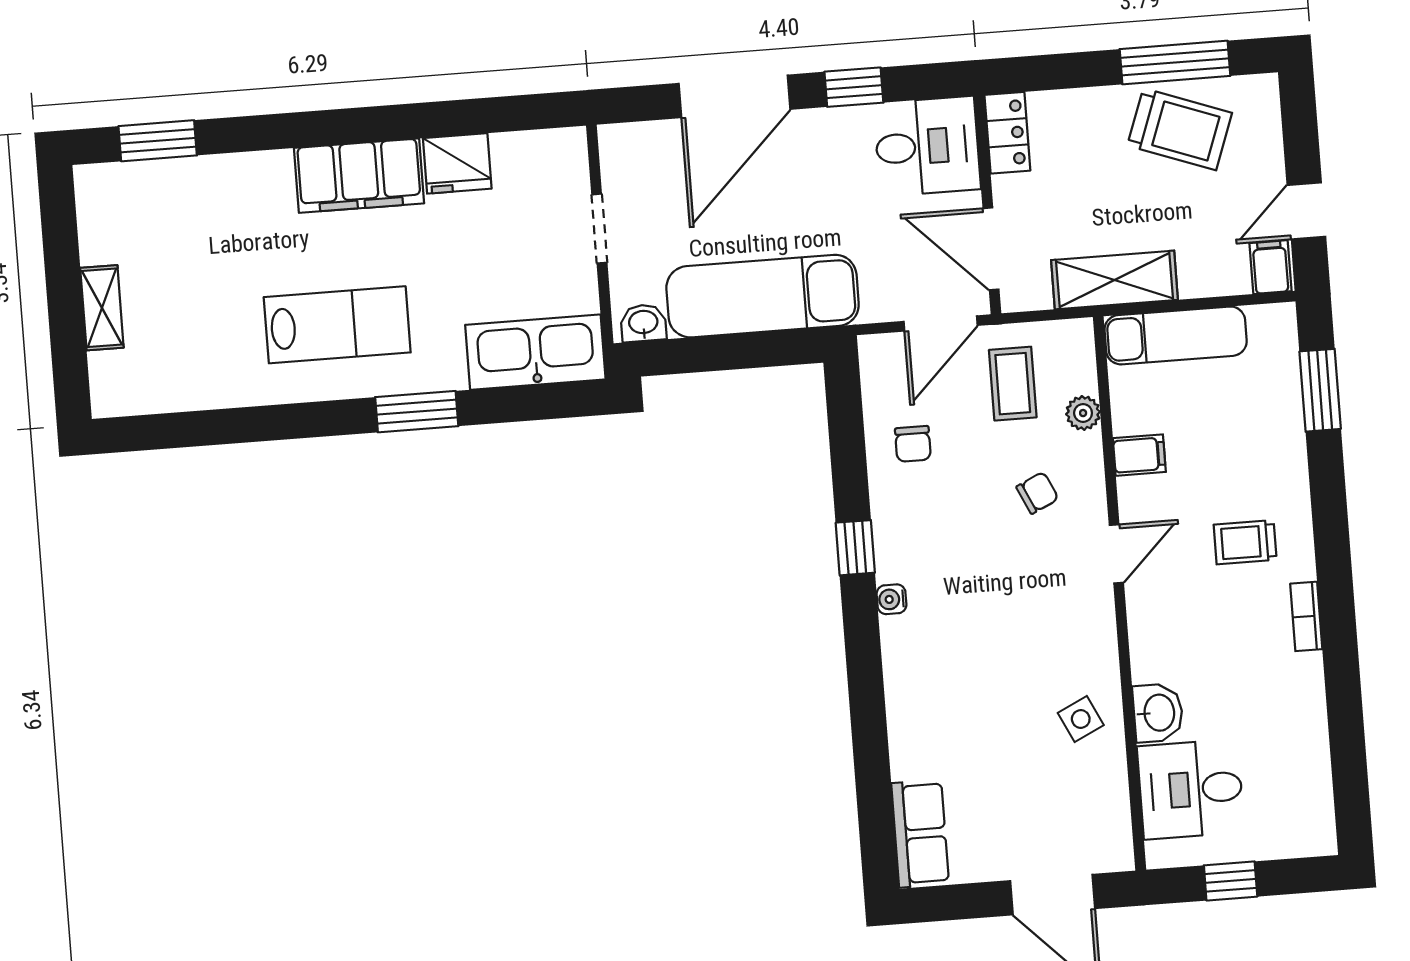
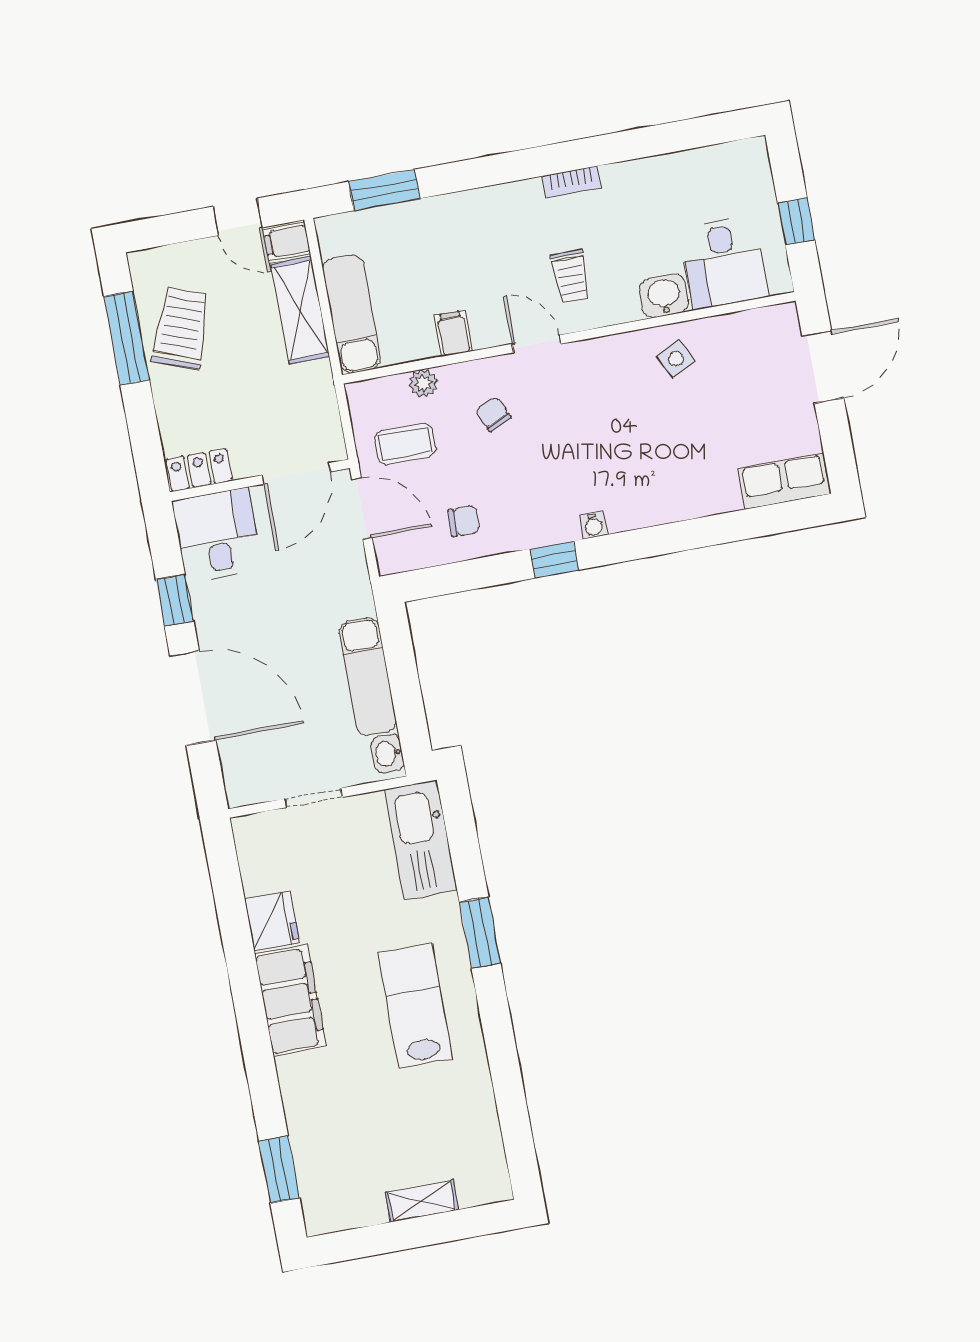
shelving: (1114, 280) -> (300, 310), moved
exam couch: (763, 296) -> (368, 677), width x0.73, depth x0.69
trolley: (1245, 542) -> (571, 276), moved

